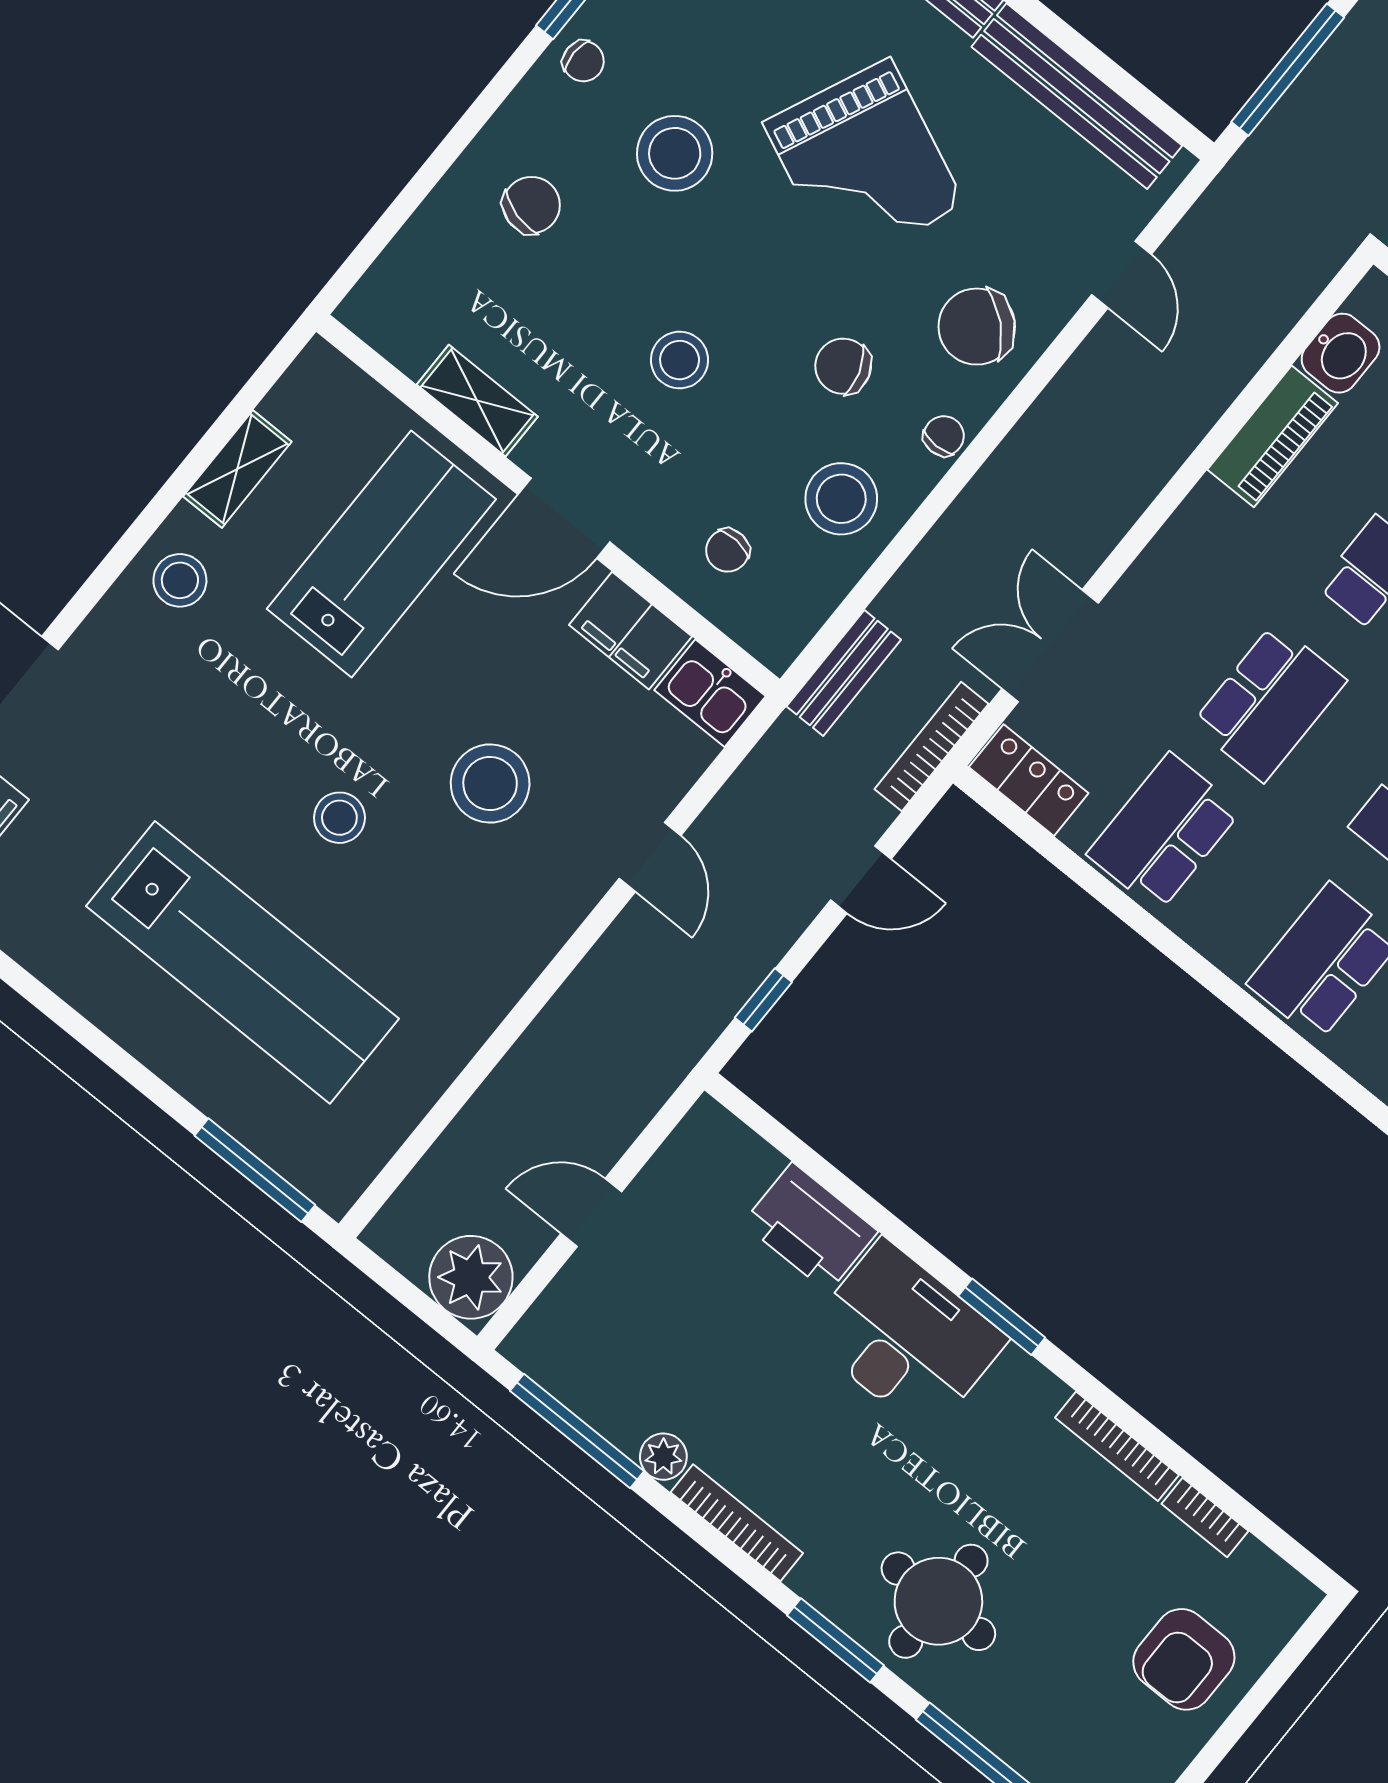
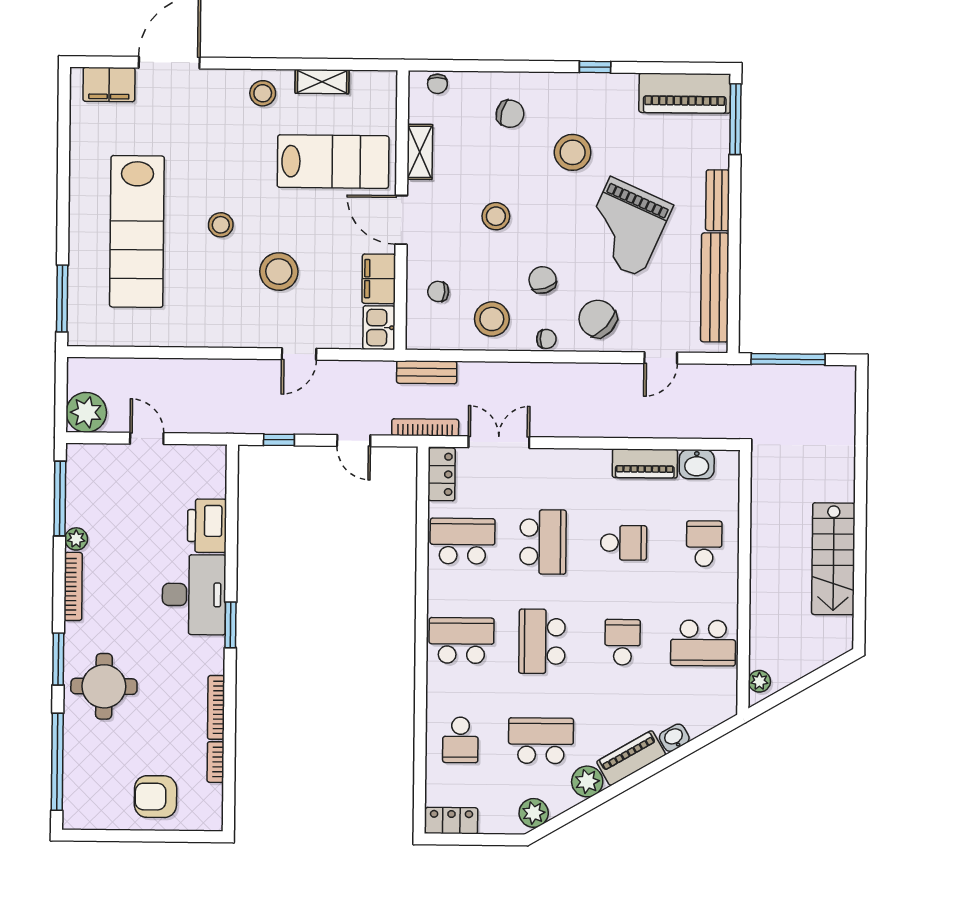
chair: (583, 61) -> (437, 84), moved
school desk: (1269, 703) -> (543, 542), turned -90

